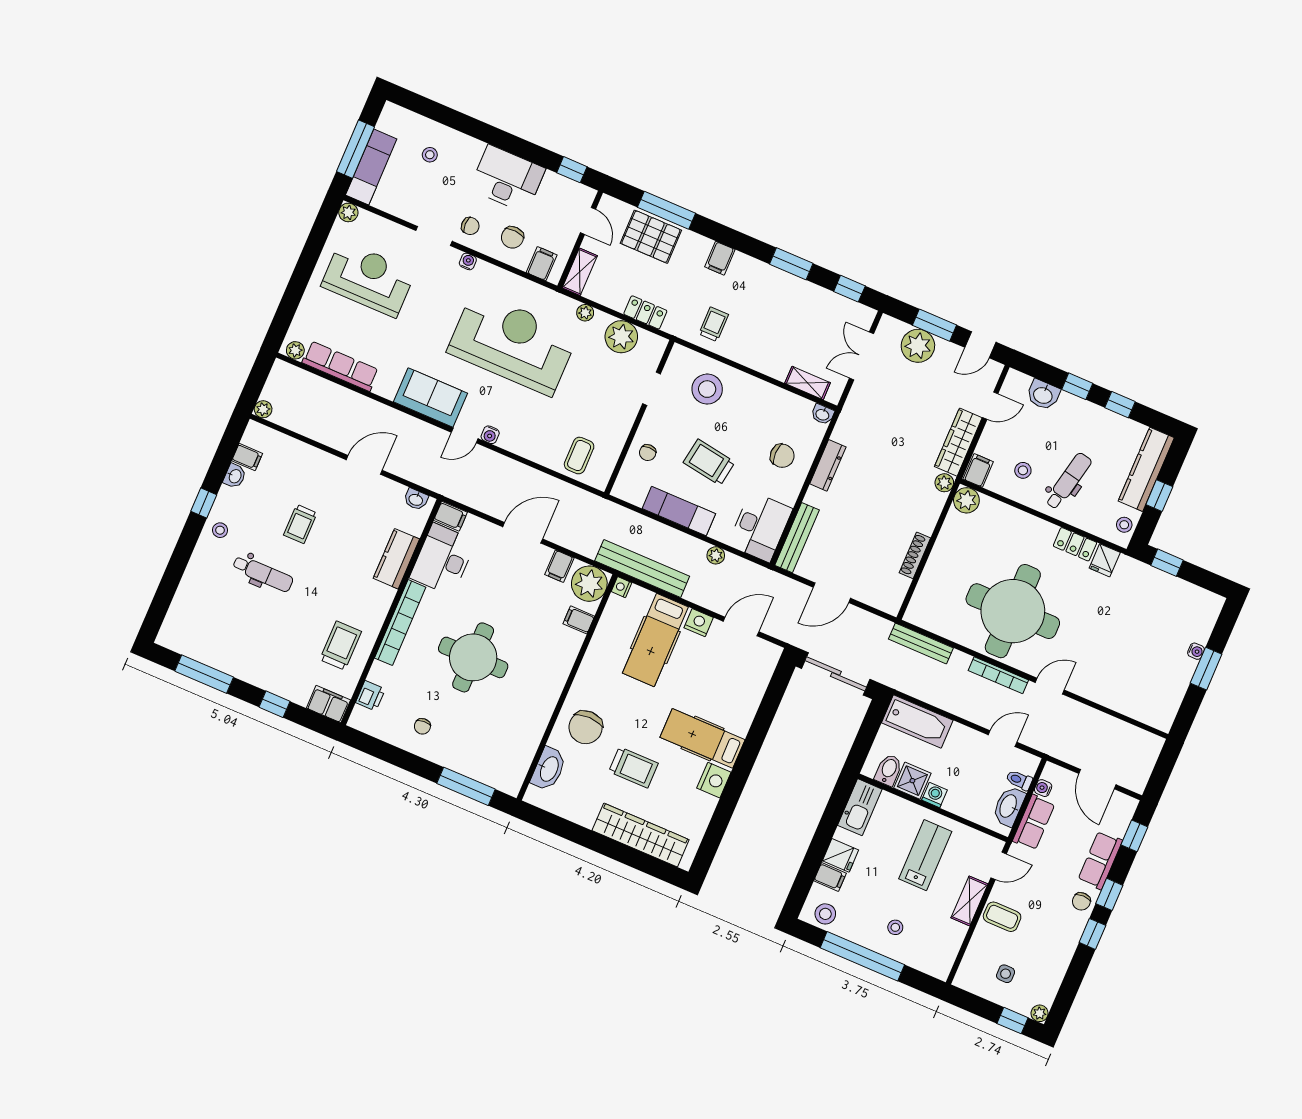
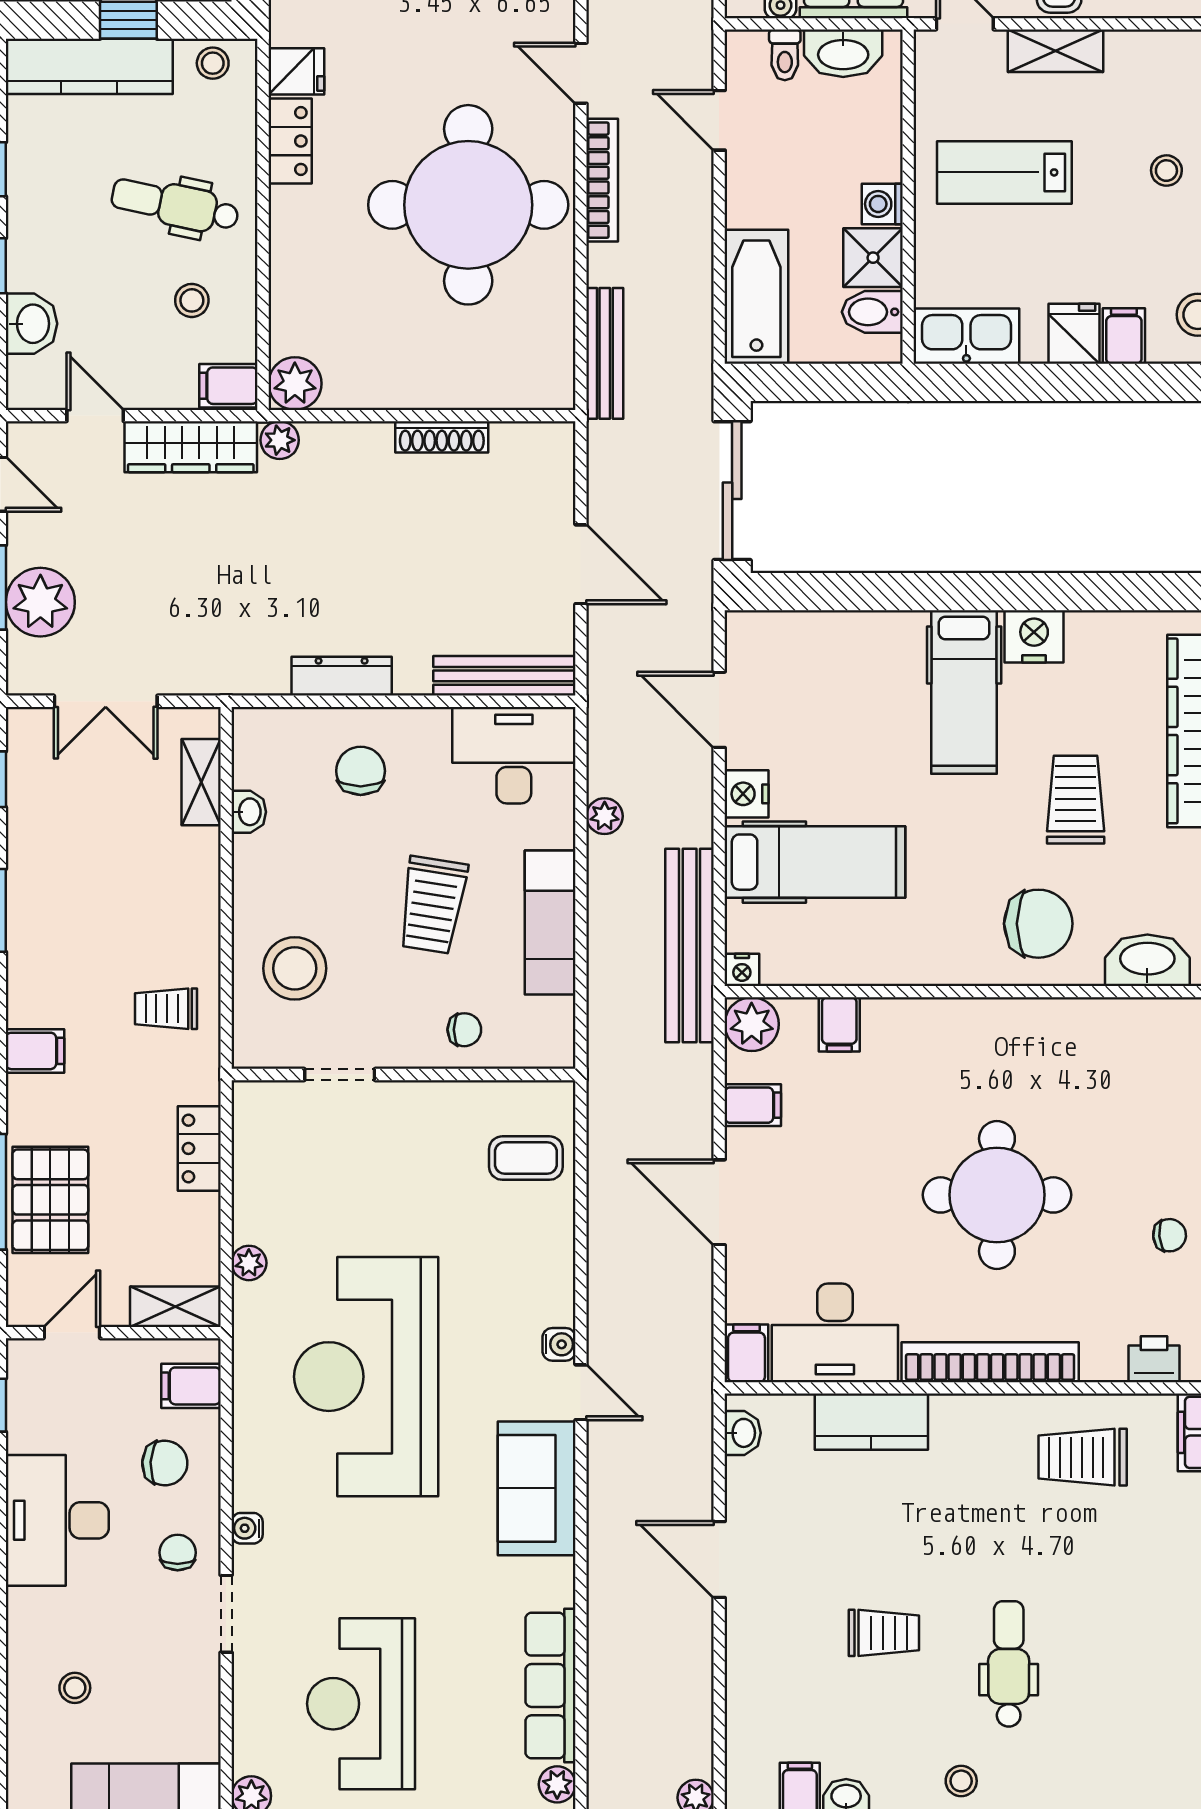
plant: (621, 337) -> (265, 1175), removed
washbasin: (823, 414) -> (249, 812), moved
plant: (589, 584) -> (752, 1024), width x0.73, depth x0.73

